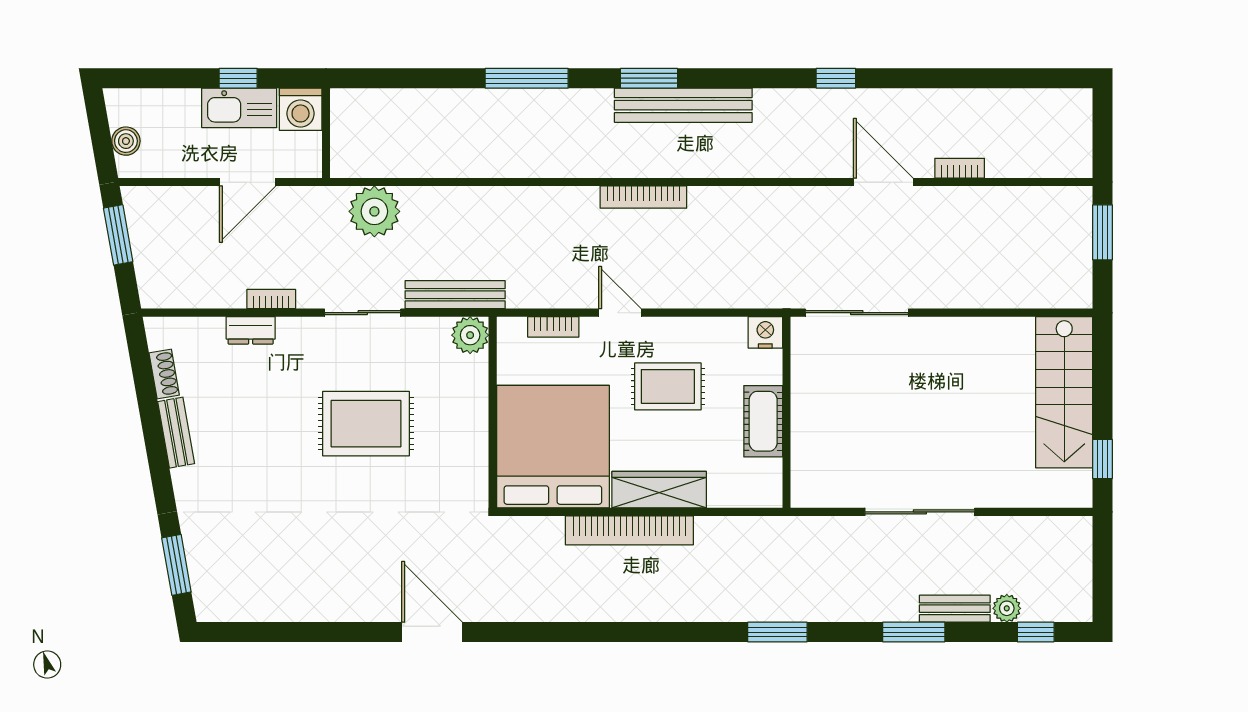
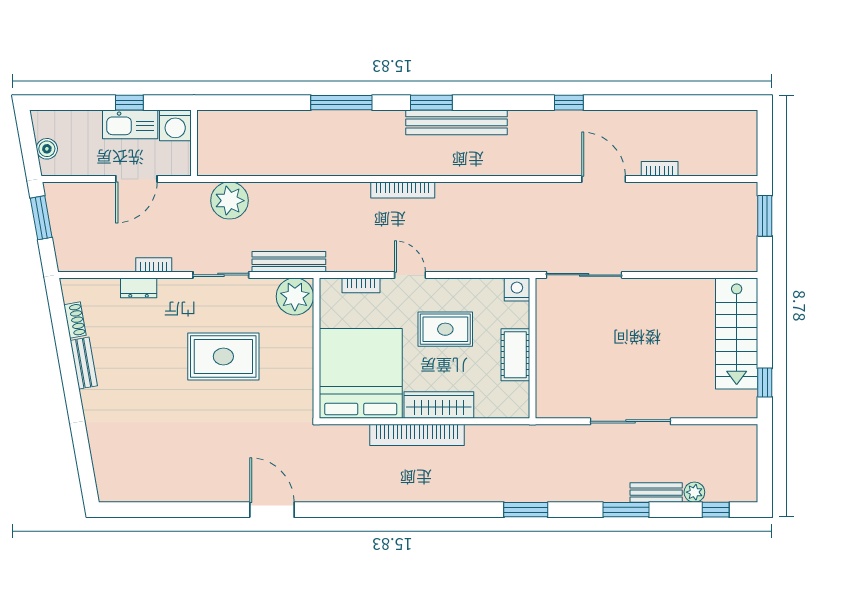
bookcase: (643, 197) -> (403, 190), moved
plant: (470, 335) -> (295, 296), width x1.36, depth x1.36
window: (176, 565) -> (84, 460), removed

